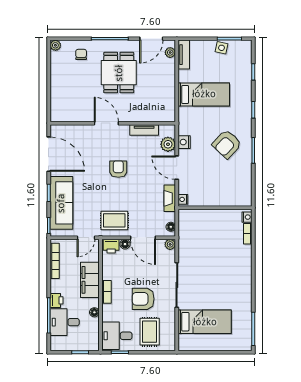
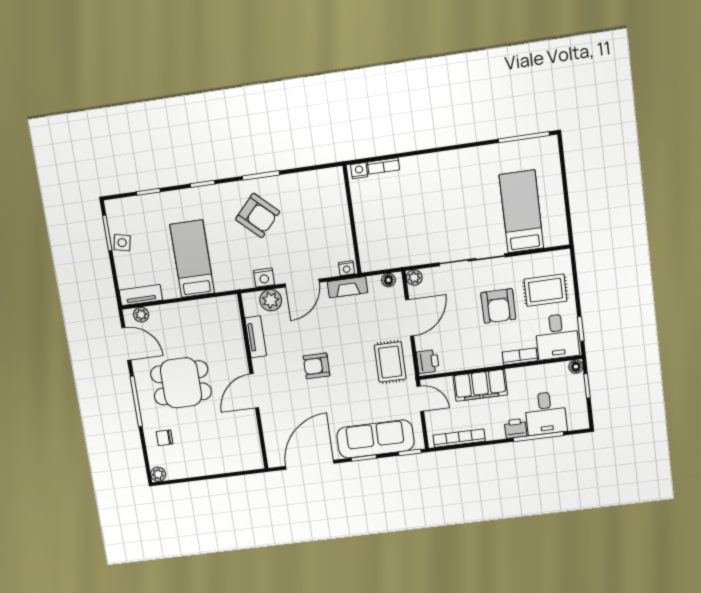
floor lamp: (125, 244) -> (422, 342), removed
bookcase: (106, 292) -> (520, 356), moved
floor lamp: (94, 312) -> (576, 367), moved

